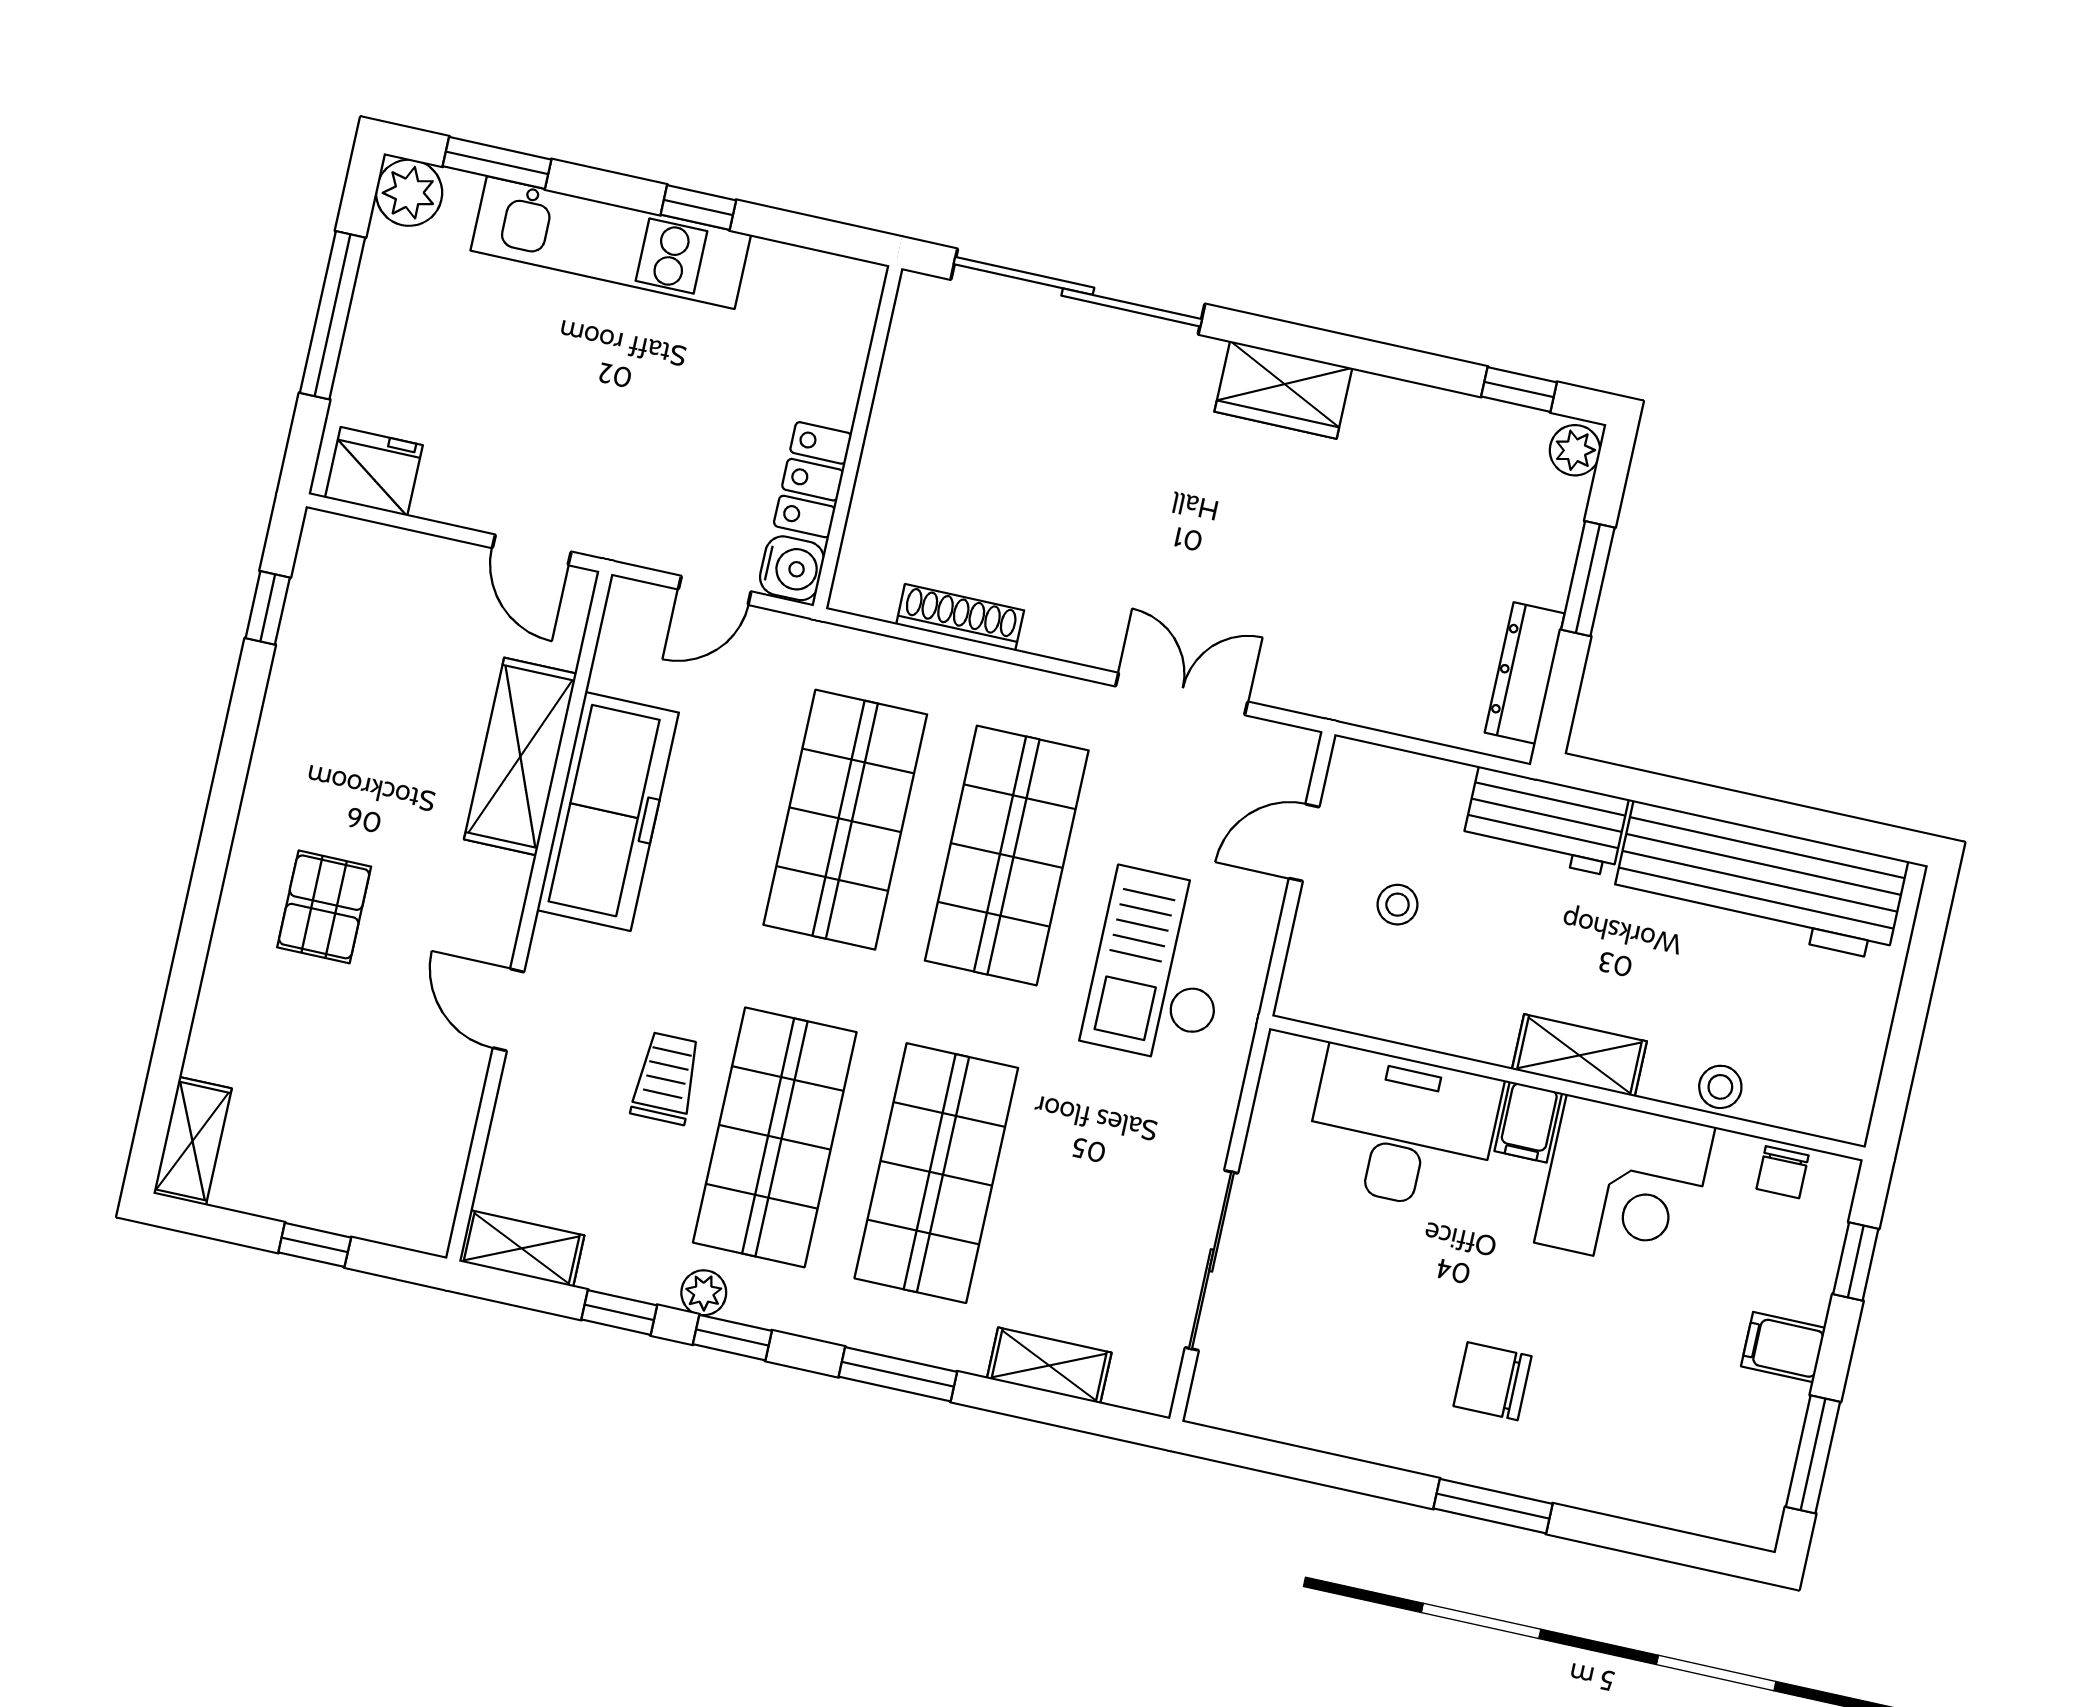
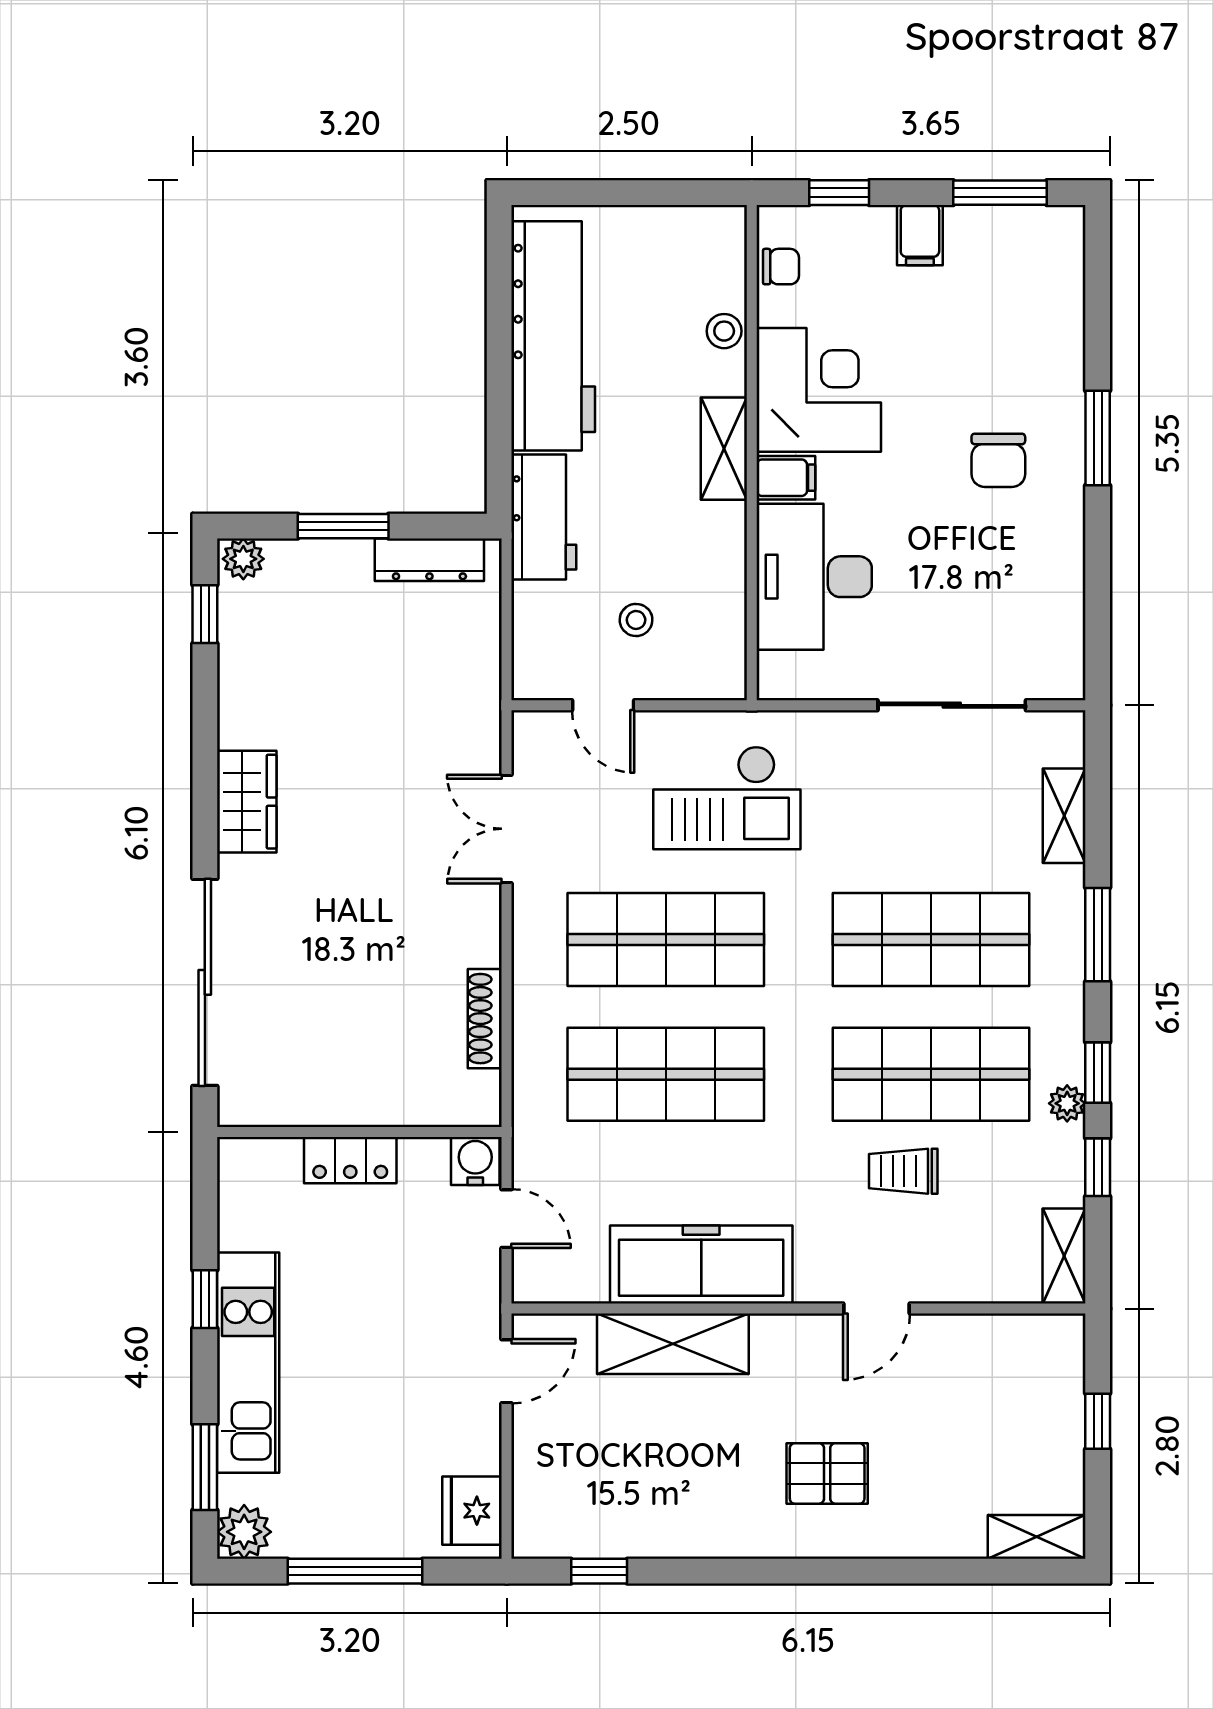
locker: (813, 480) -> (350, 1160), moved

